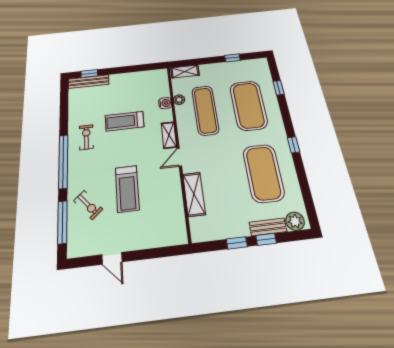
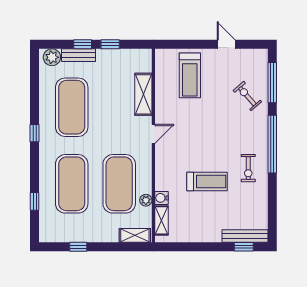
exercise mat: (205, 110) -> (119, 184), width x1.47
shelving: (169, 135) -> (161, 220), moved
treadmill: (127, 189) -> (190, 75), moved, turned 180

